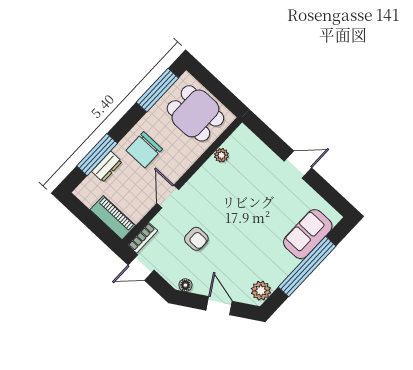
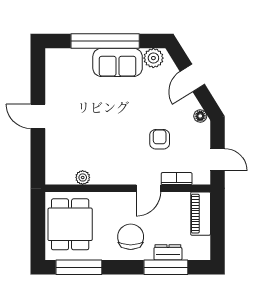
chair: (144, 150) -> (131, 237), turned -90
sofa: (308, 234) -> (118, 62), moved
bookcase: (143, 238) -> (177, 179), moved

